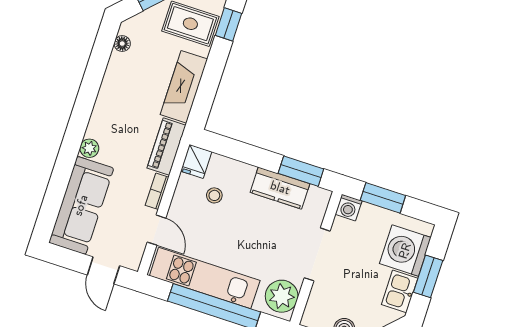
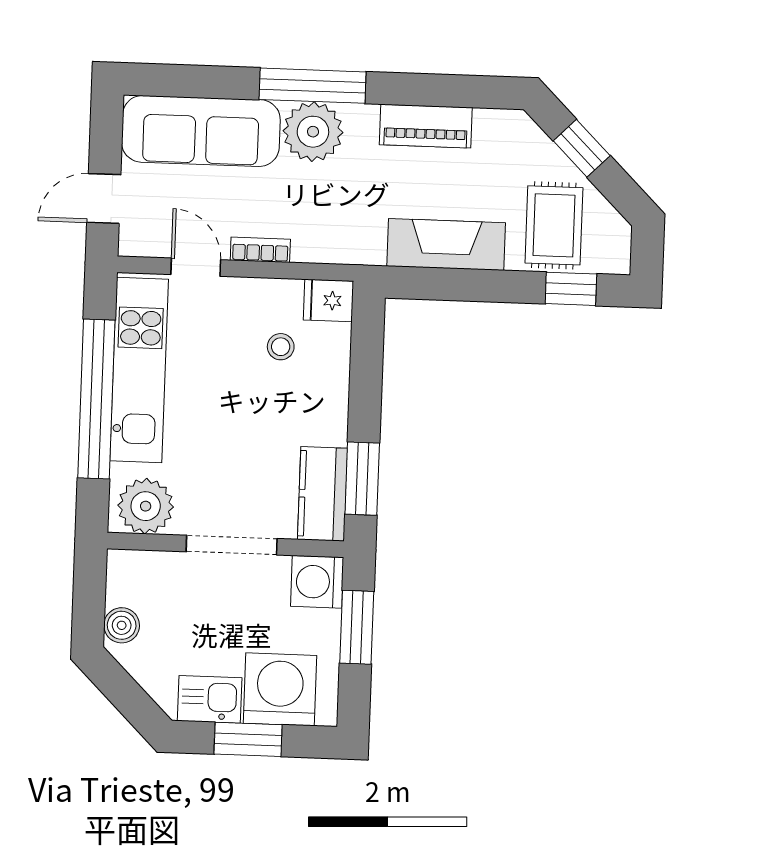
floor lamp: (122, 44) -> (489, 122), removed
window: (74, 136) -> (313, 86), added
piano: (166, 147) -> (426, 126), moved, turned 180
plant: (89, 148) -> (313, 132), width x1.88, depth x1.88
kitchen counter: (280, 188) -> (323, 494), moved
washing machine: (349, 208) -> (317, 582), width x1.38, depth x1.38
door: (156, 230) -> (196, 267), swing flipped

